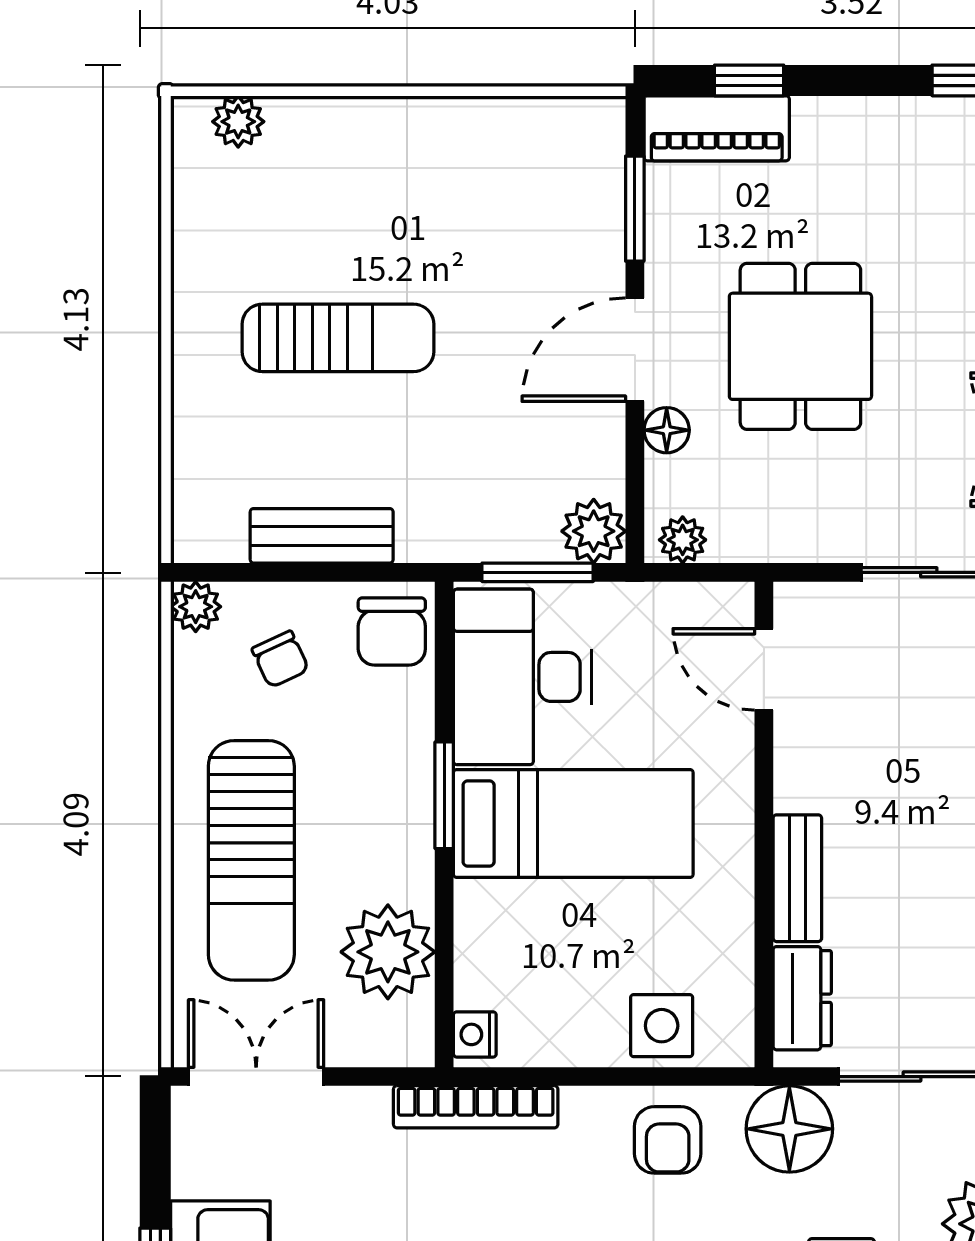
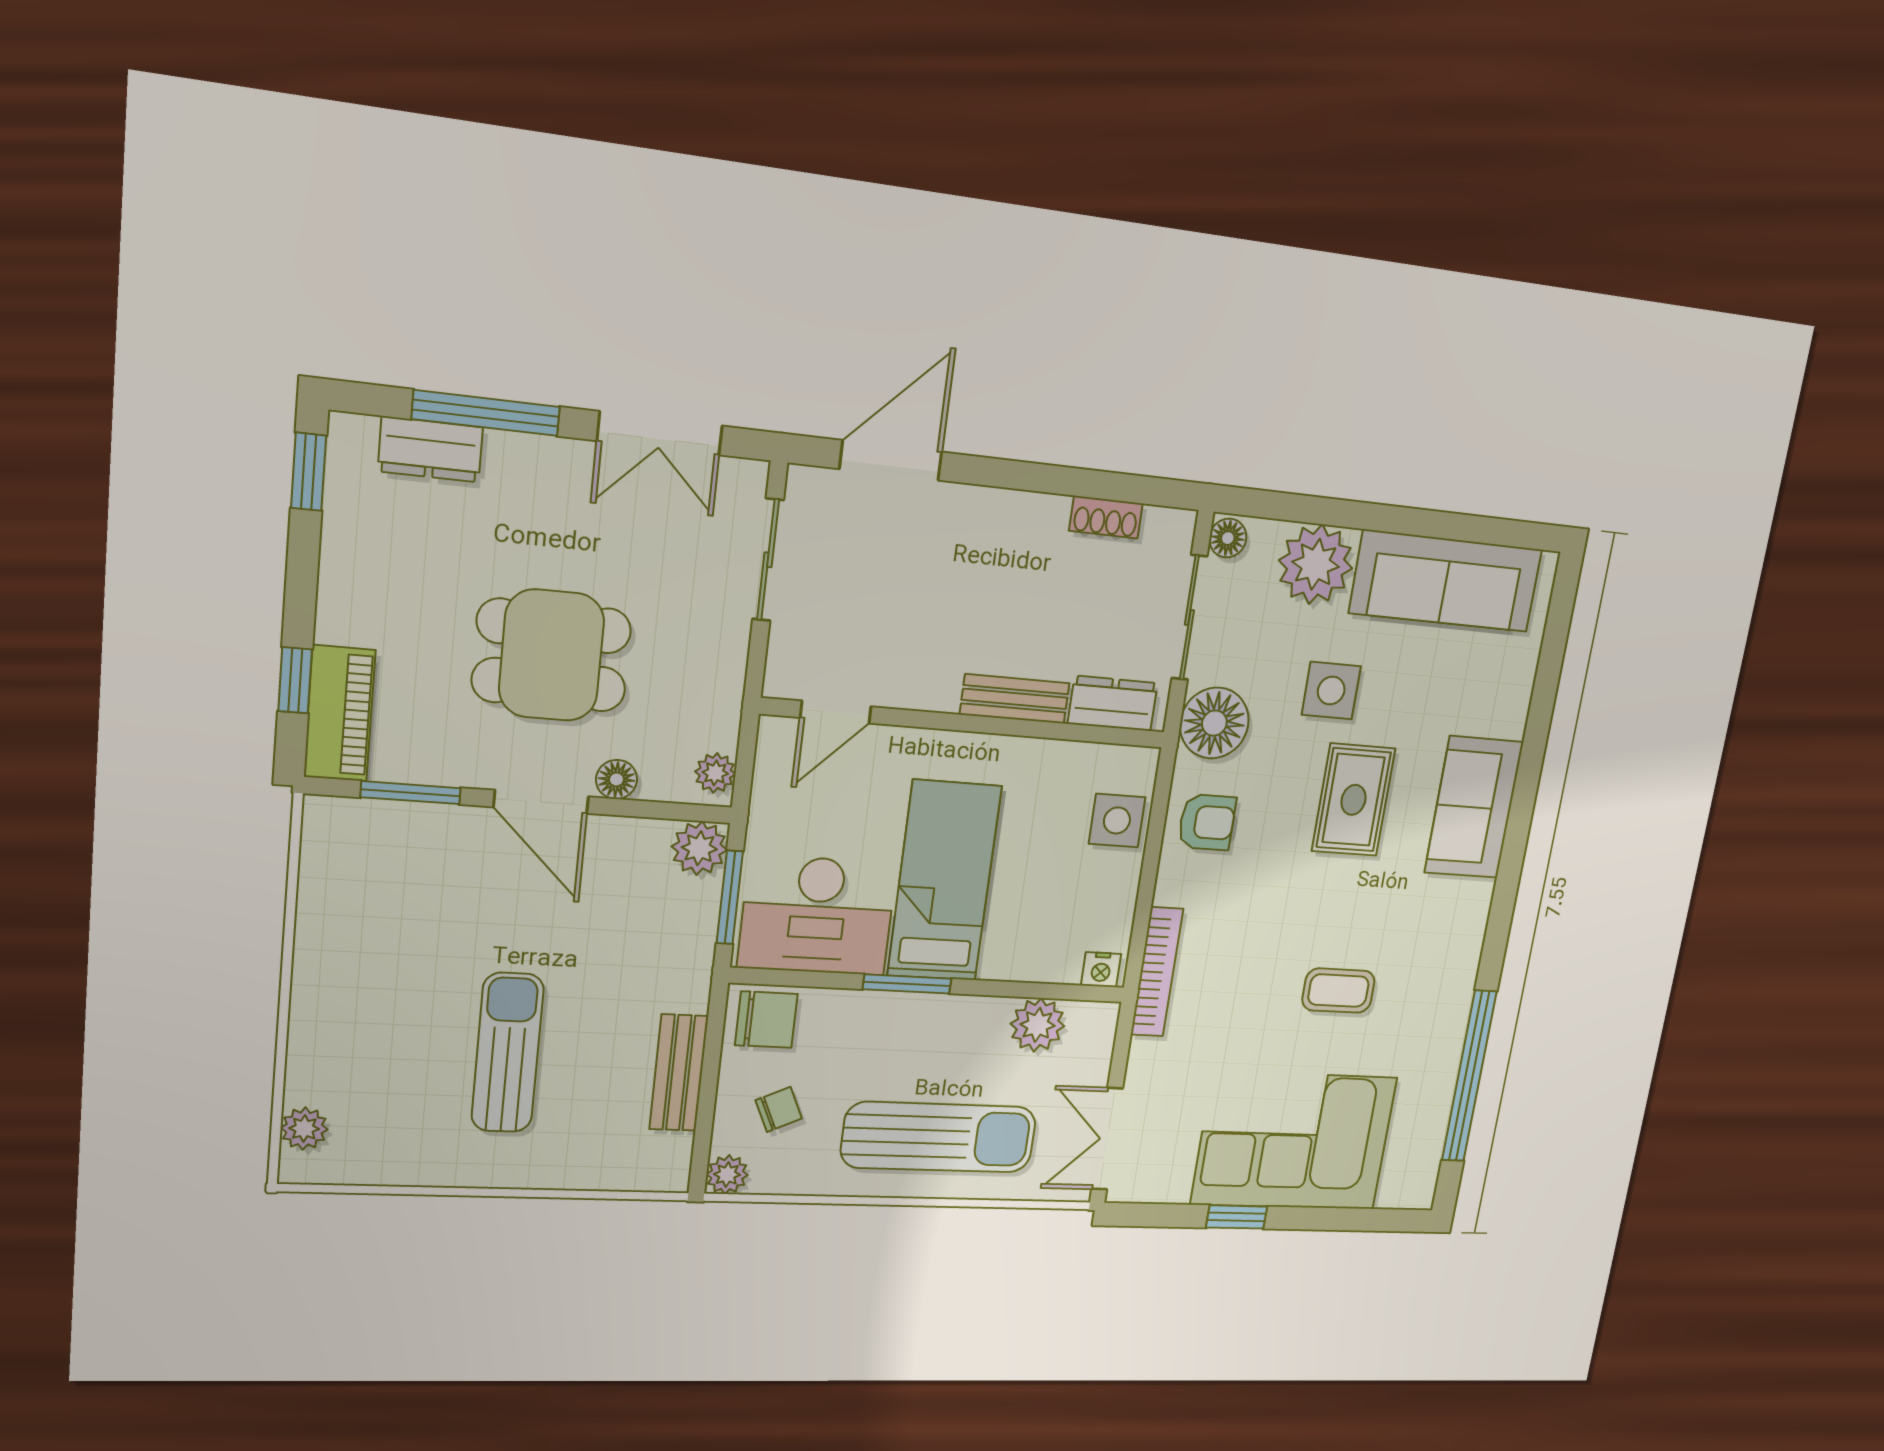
plant: (388, 952) -> (1038, 1025), width x0.73, depth x0.73

